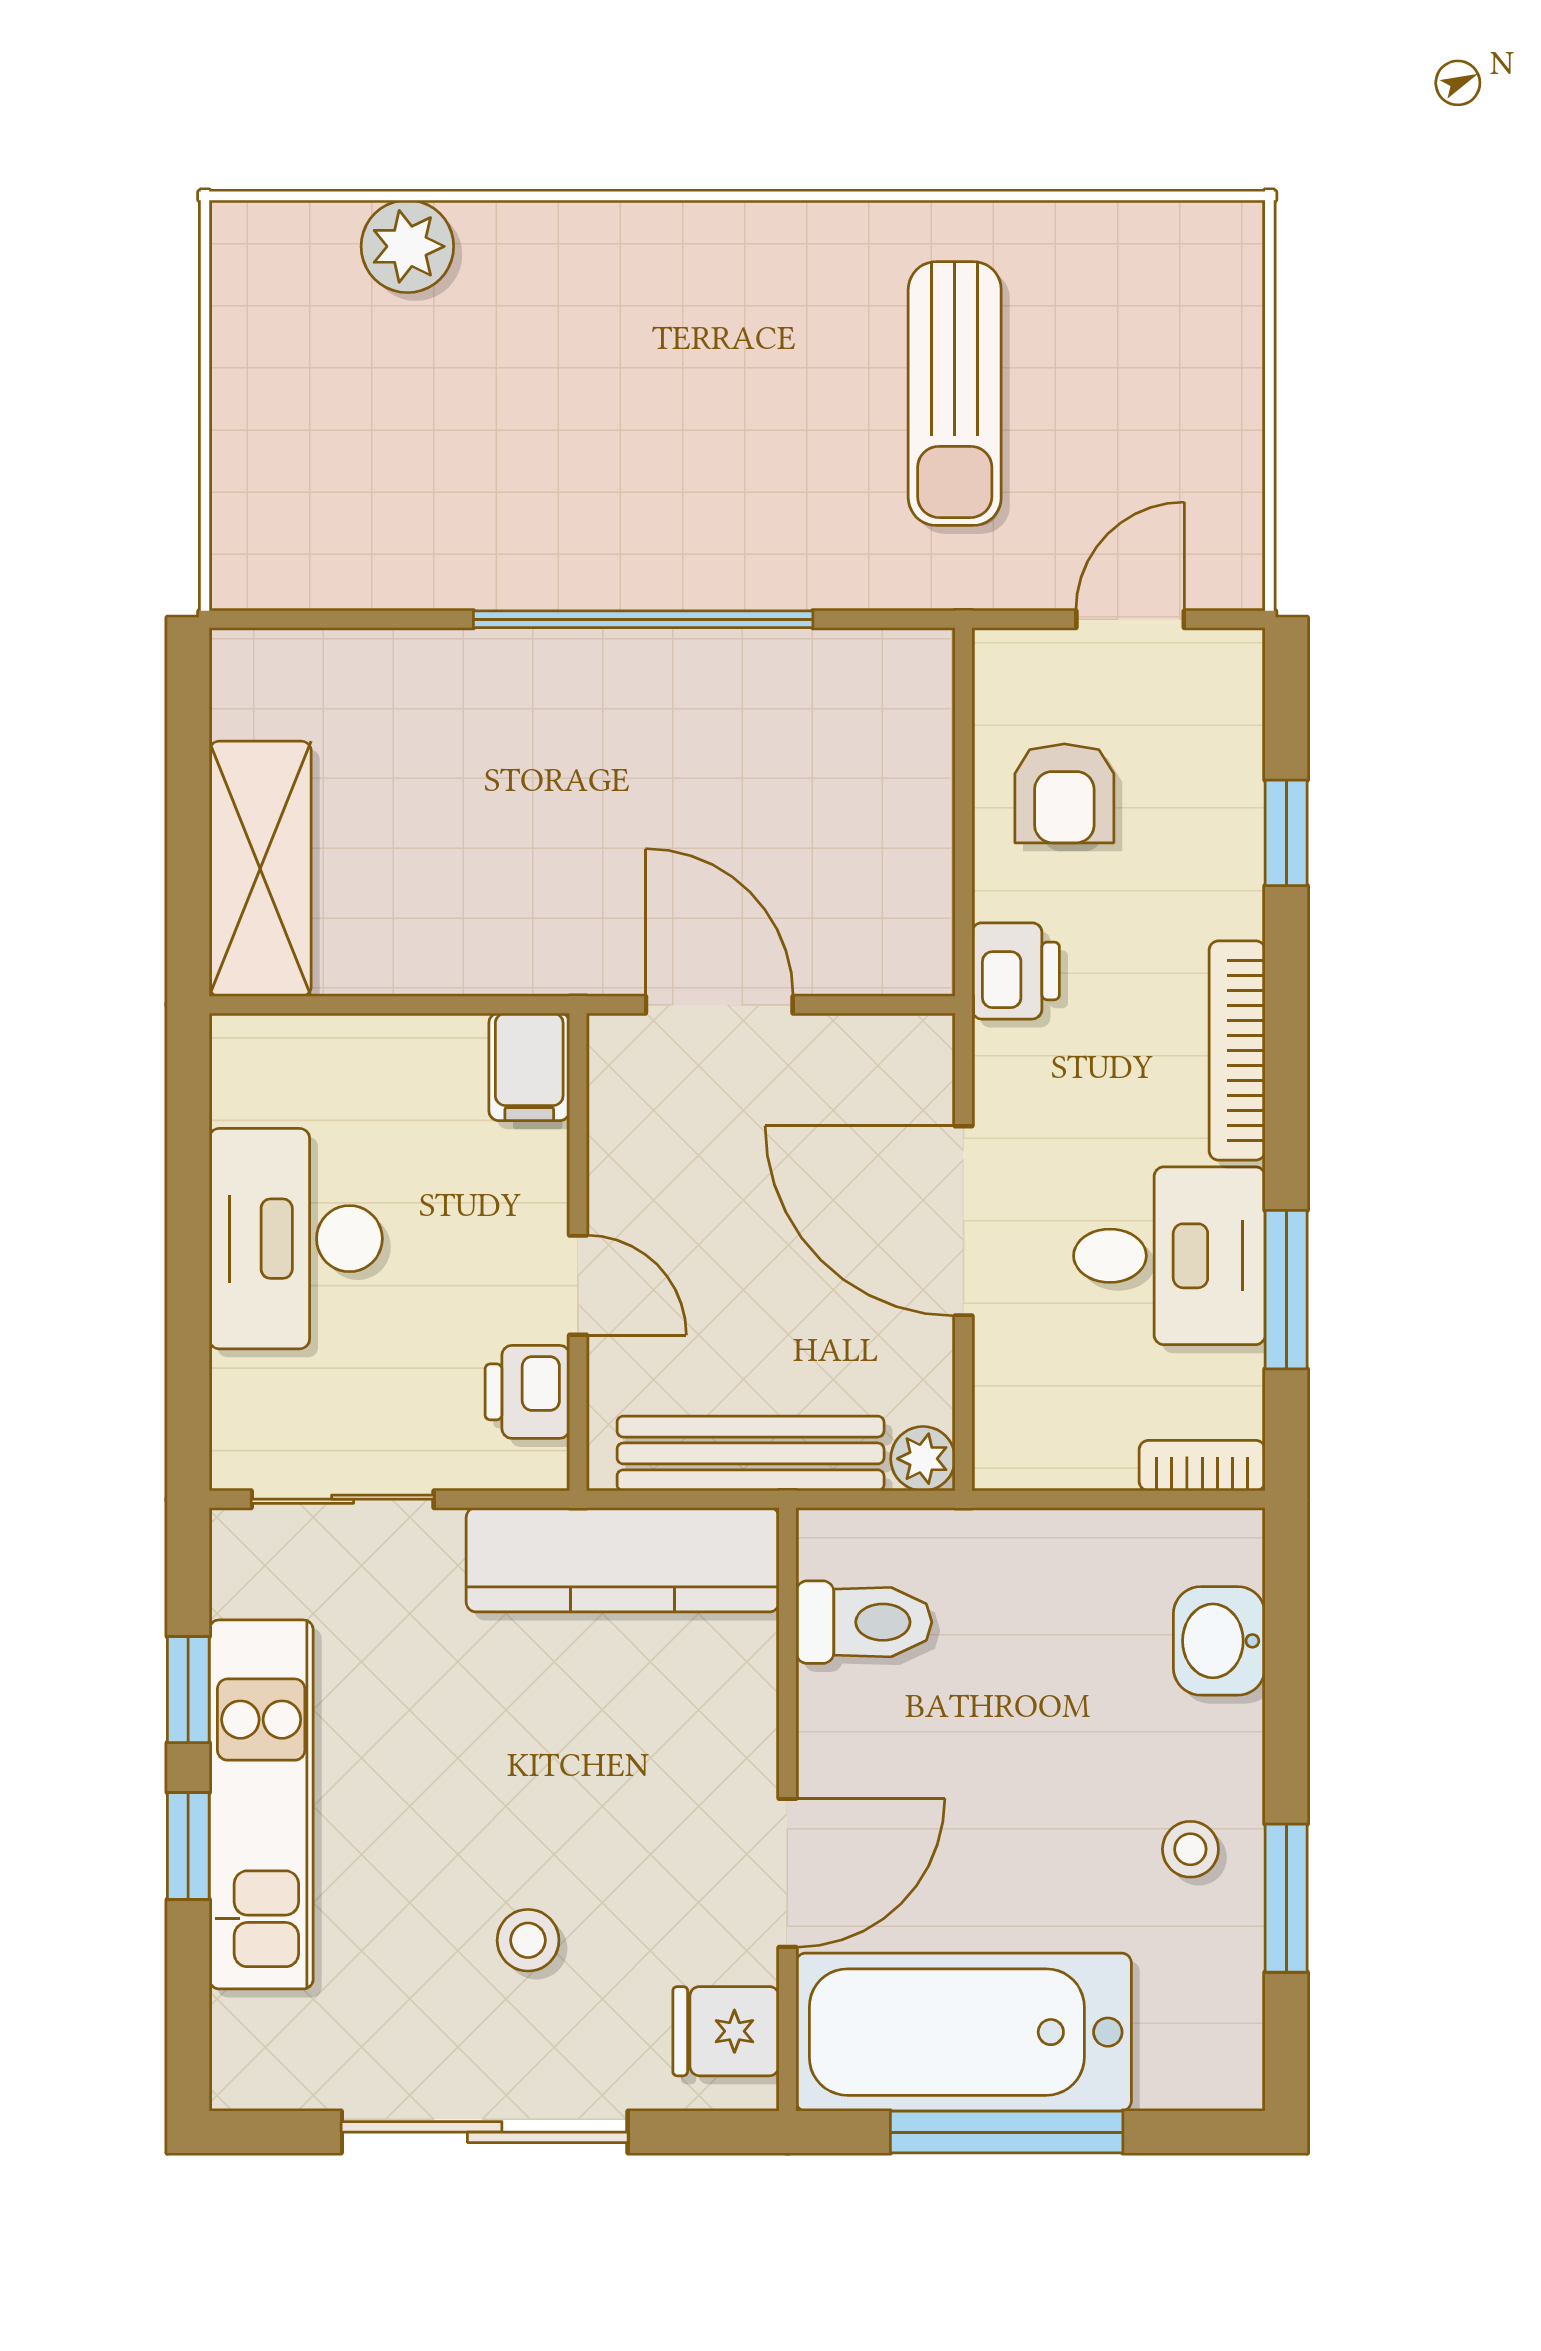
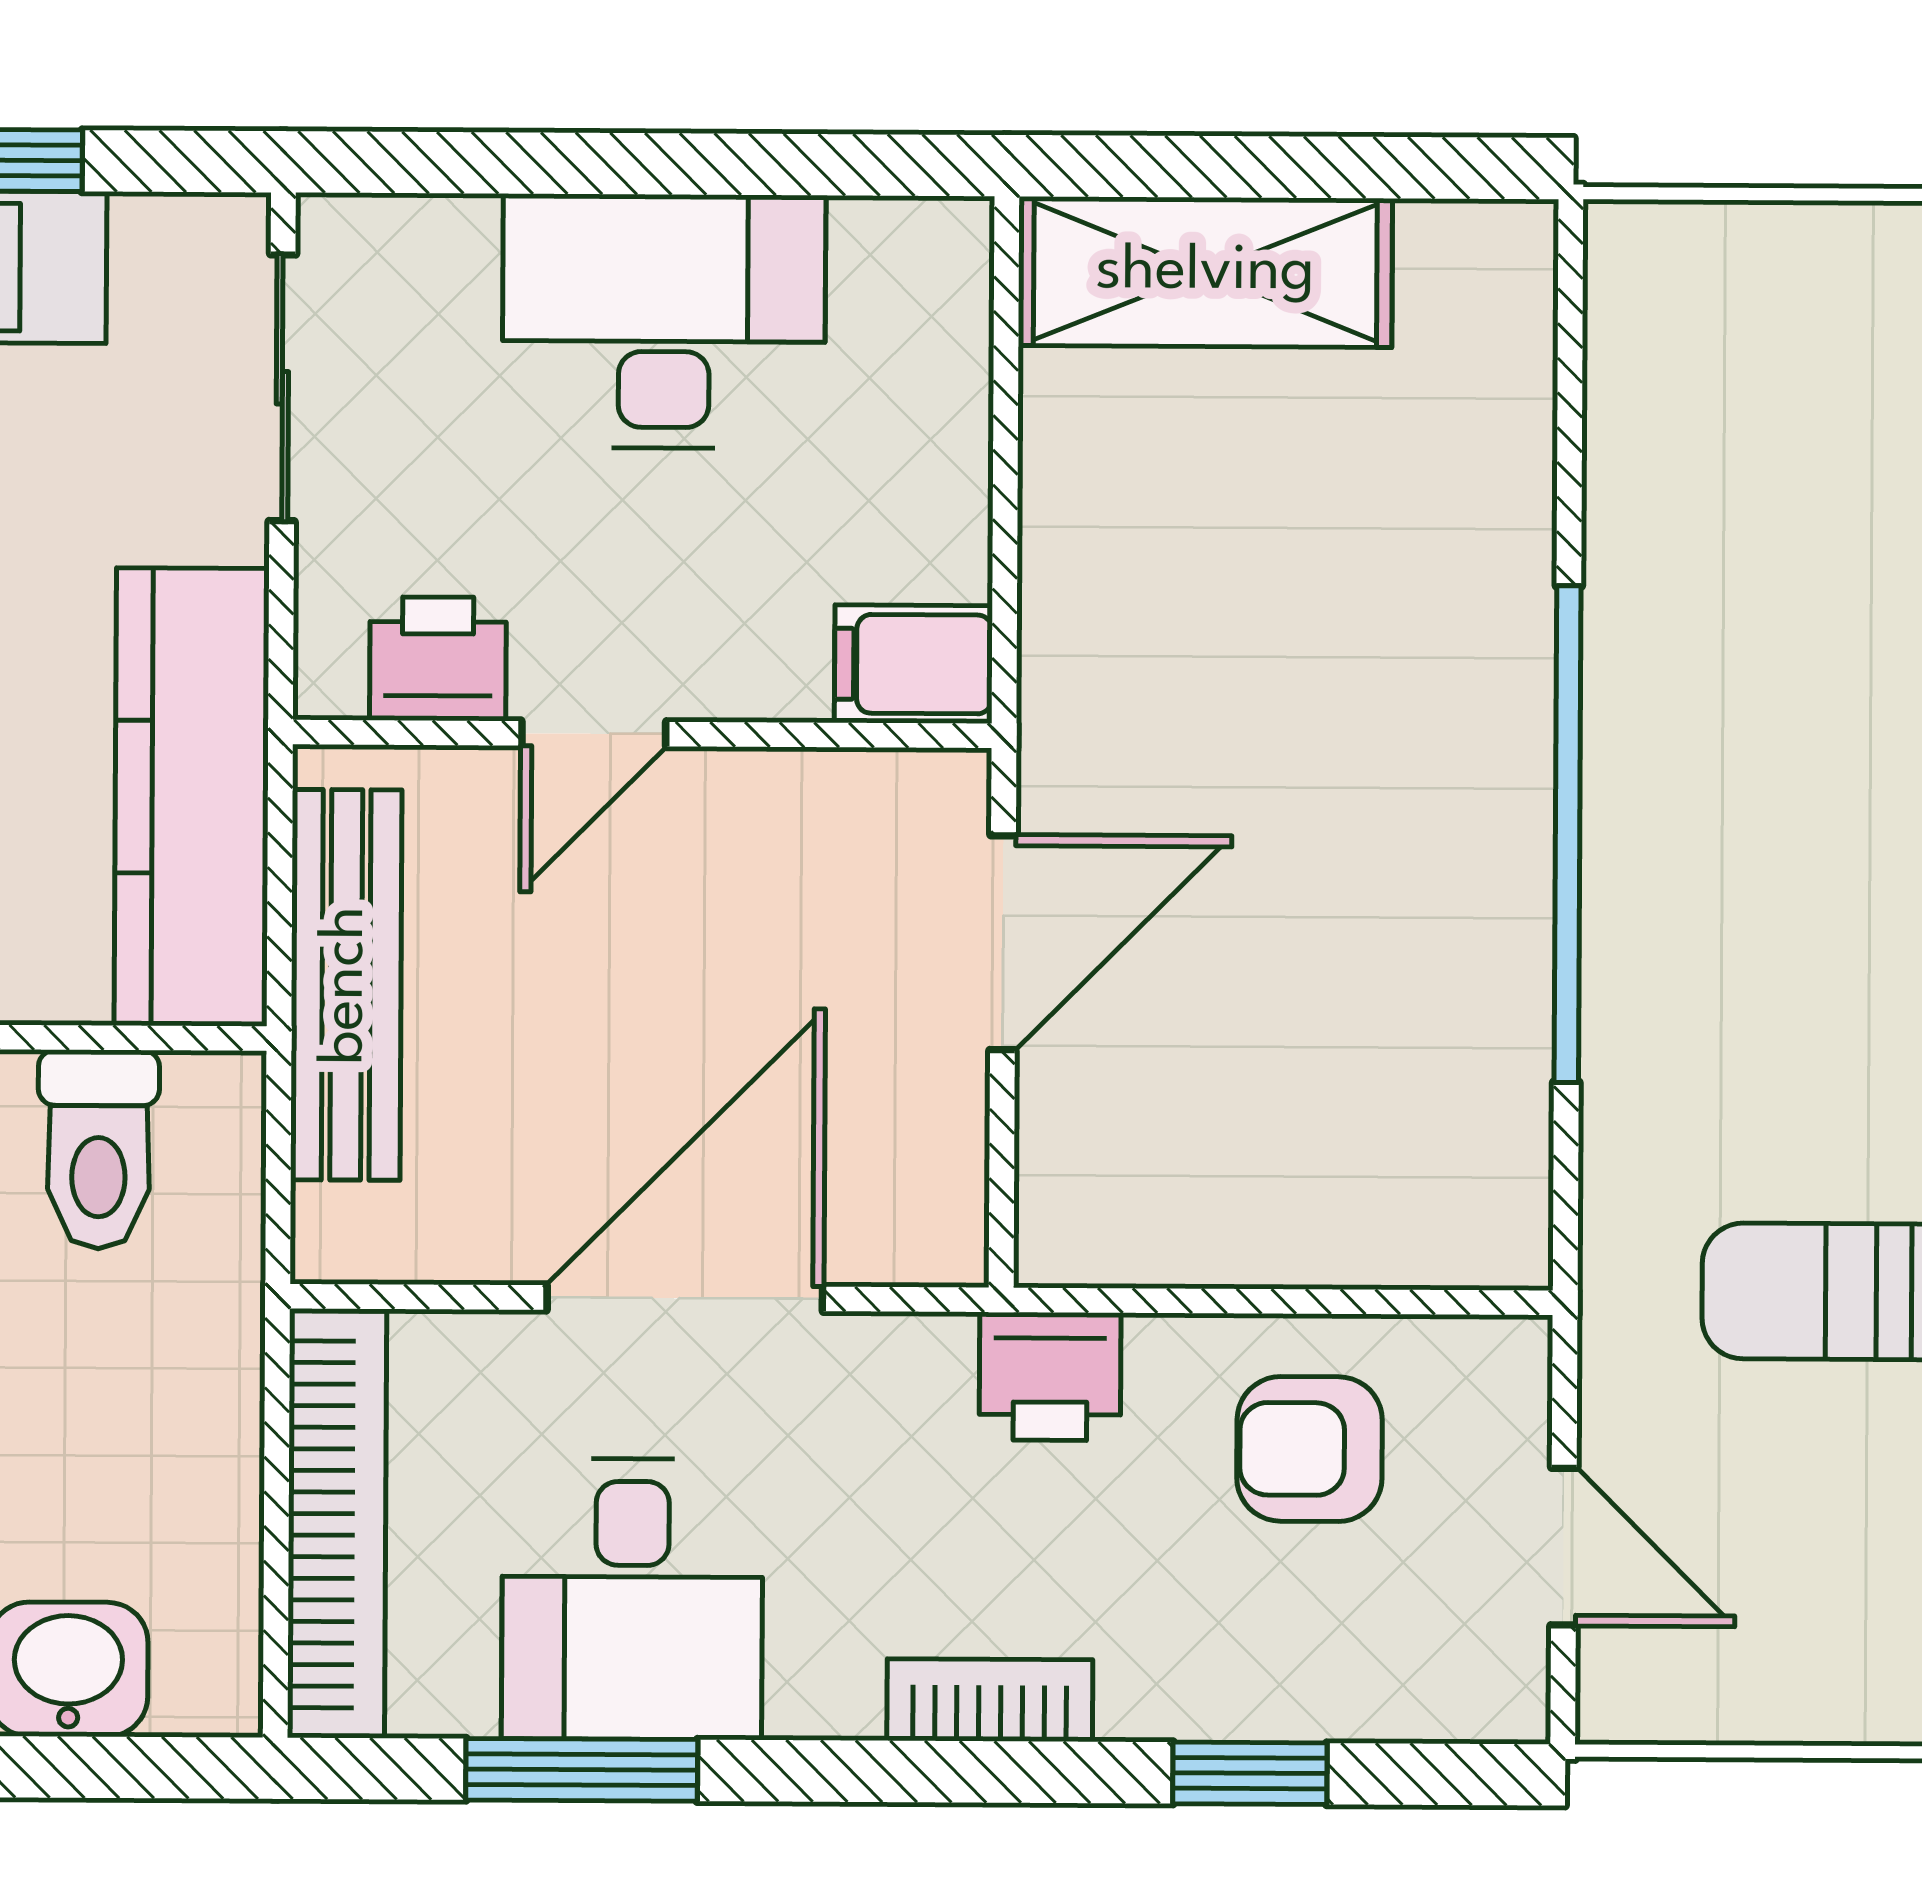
bookcase: (1237, 1050) -> (990, 1700), width x0.64
plant: (923, 1459) -> (337, 1237), removed
bookcase: (1202, 1466) -> (337, 1524), width x2.31, depth x1.31

